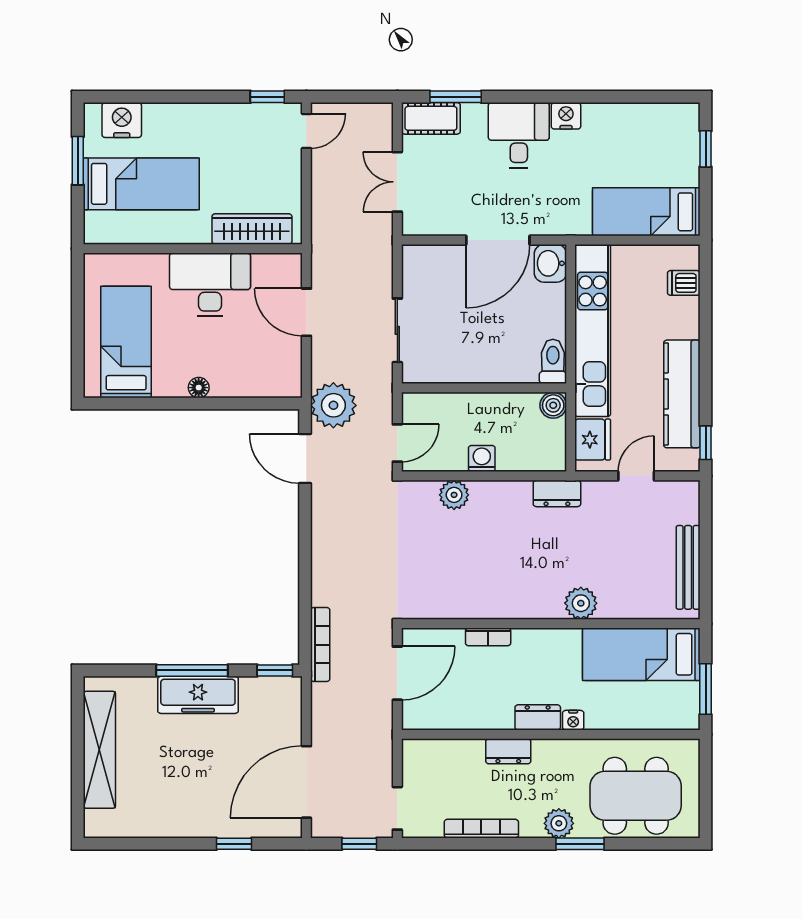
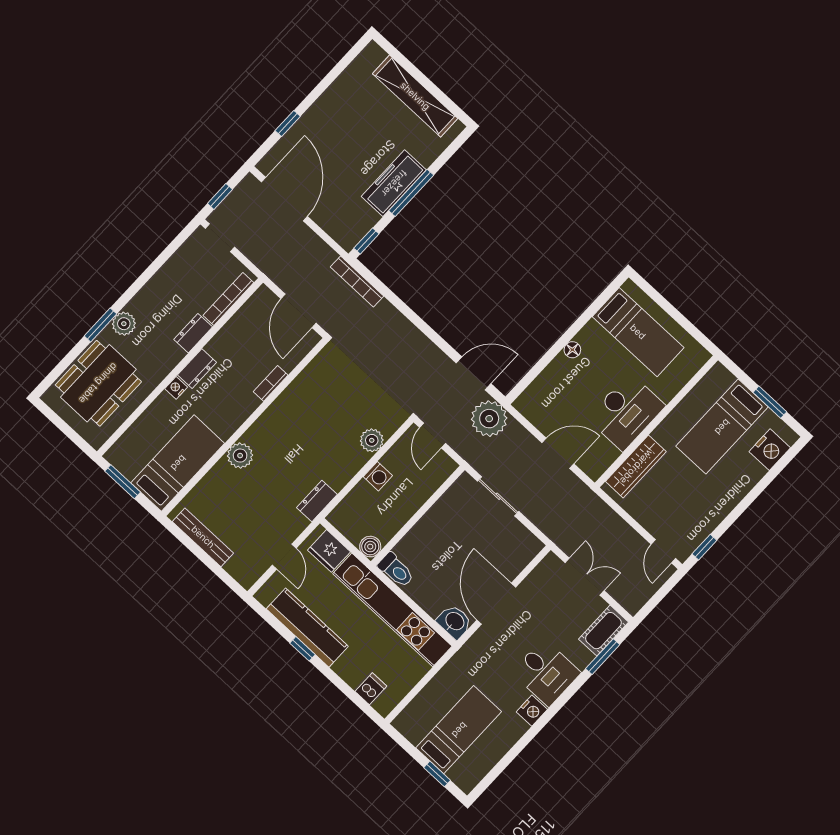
bed: (646, 212) -> (459, 730), moved
window: (706, 443) -> (302, 649), moved
bookcase: (481, 829) -> (228, 299), moved, turned 180

